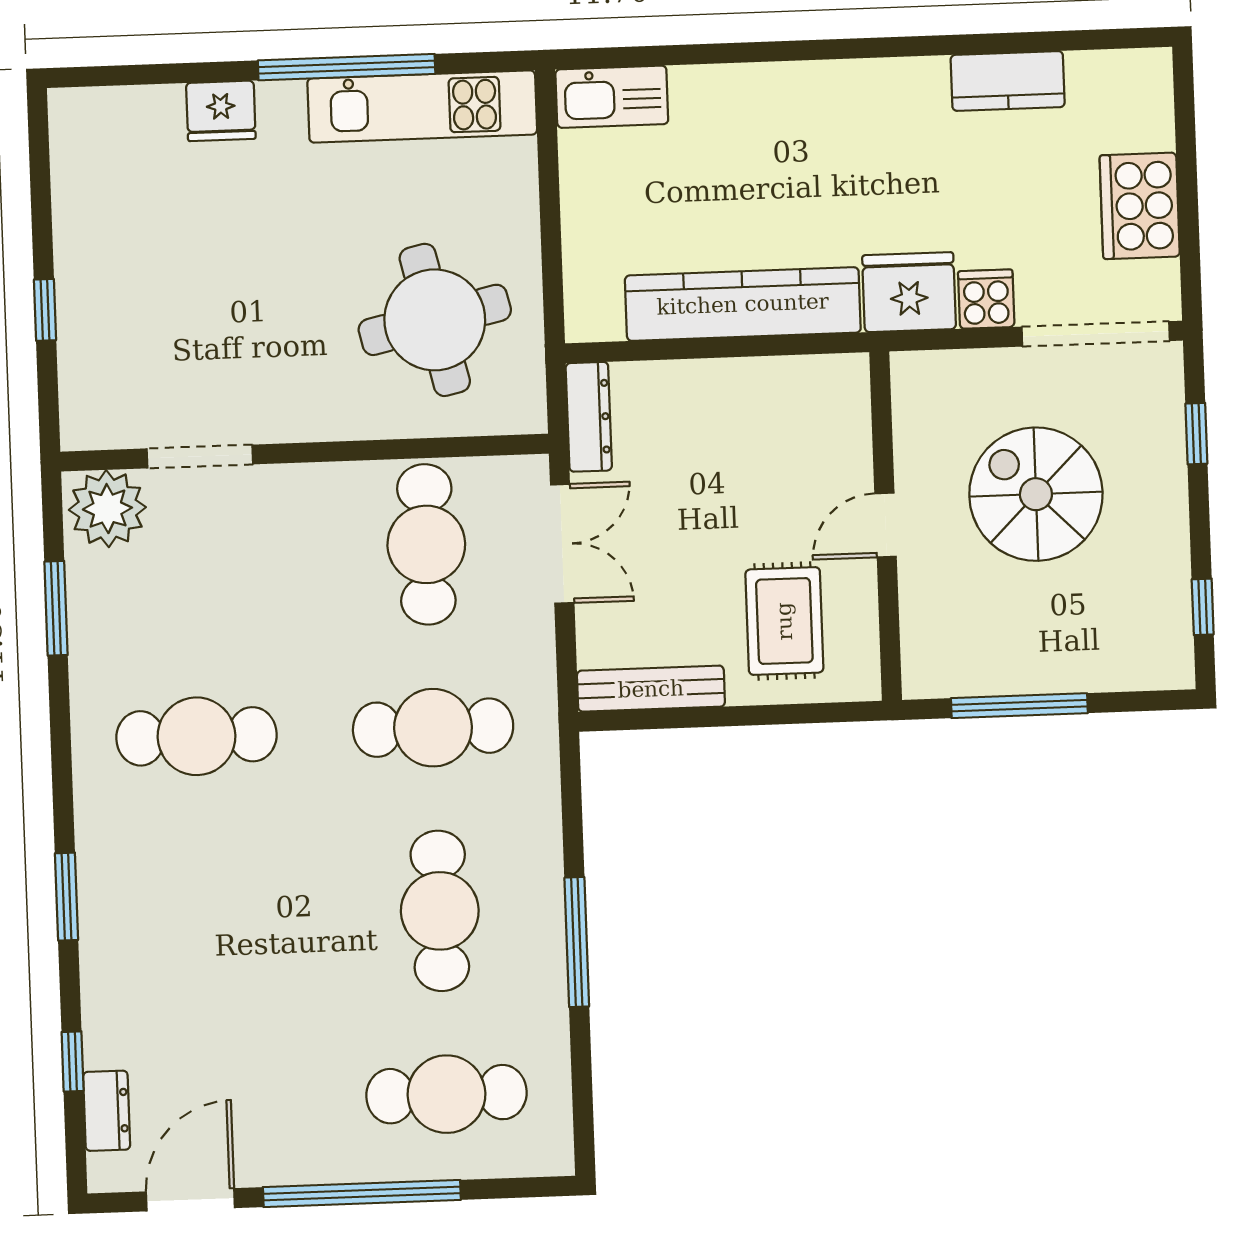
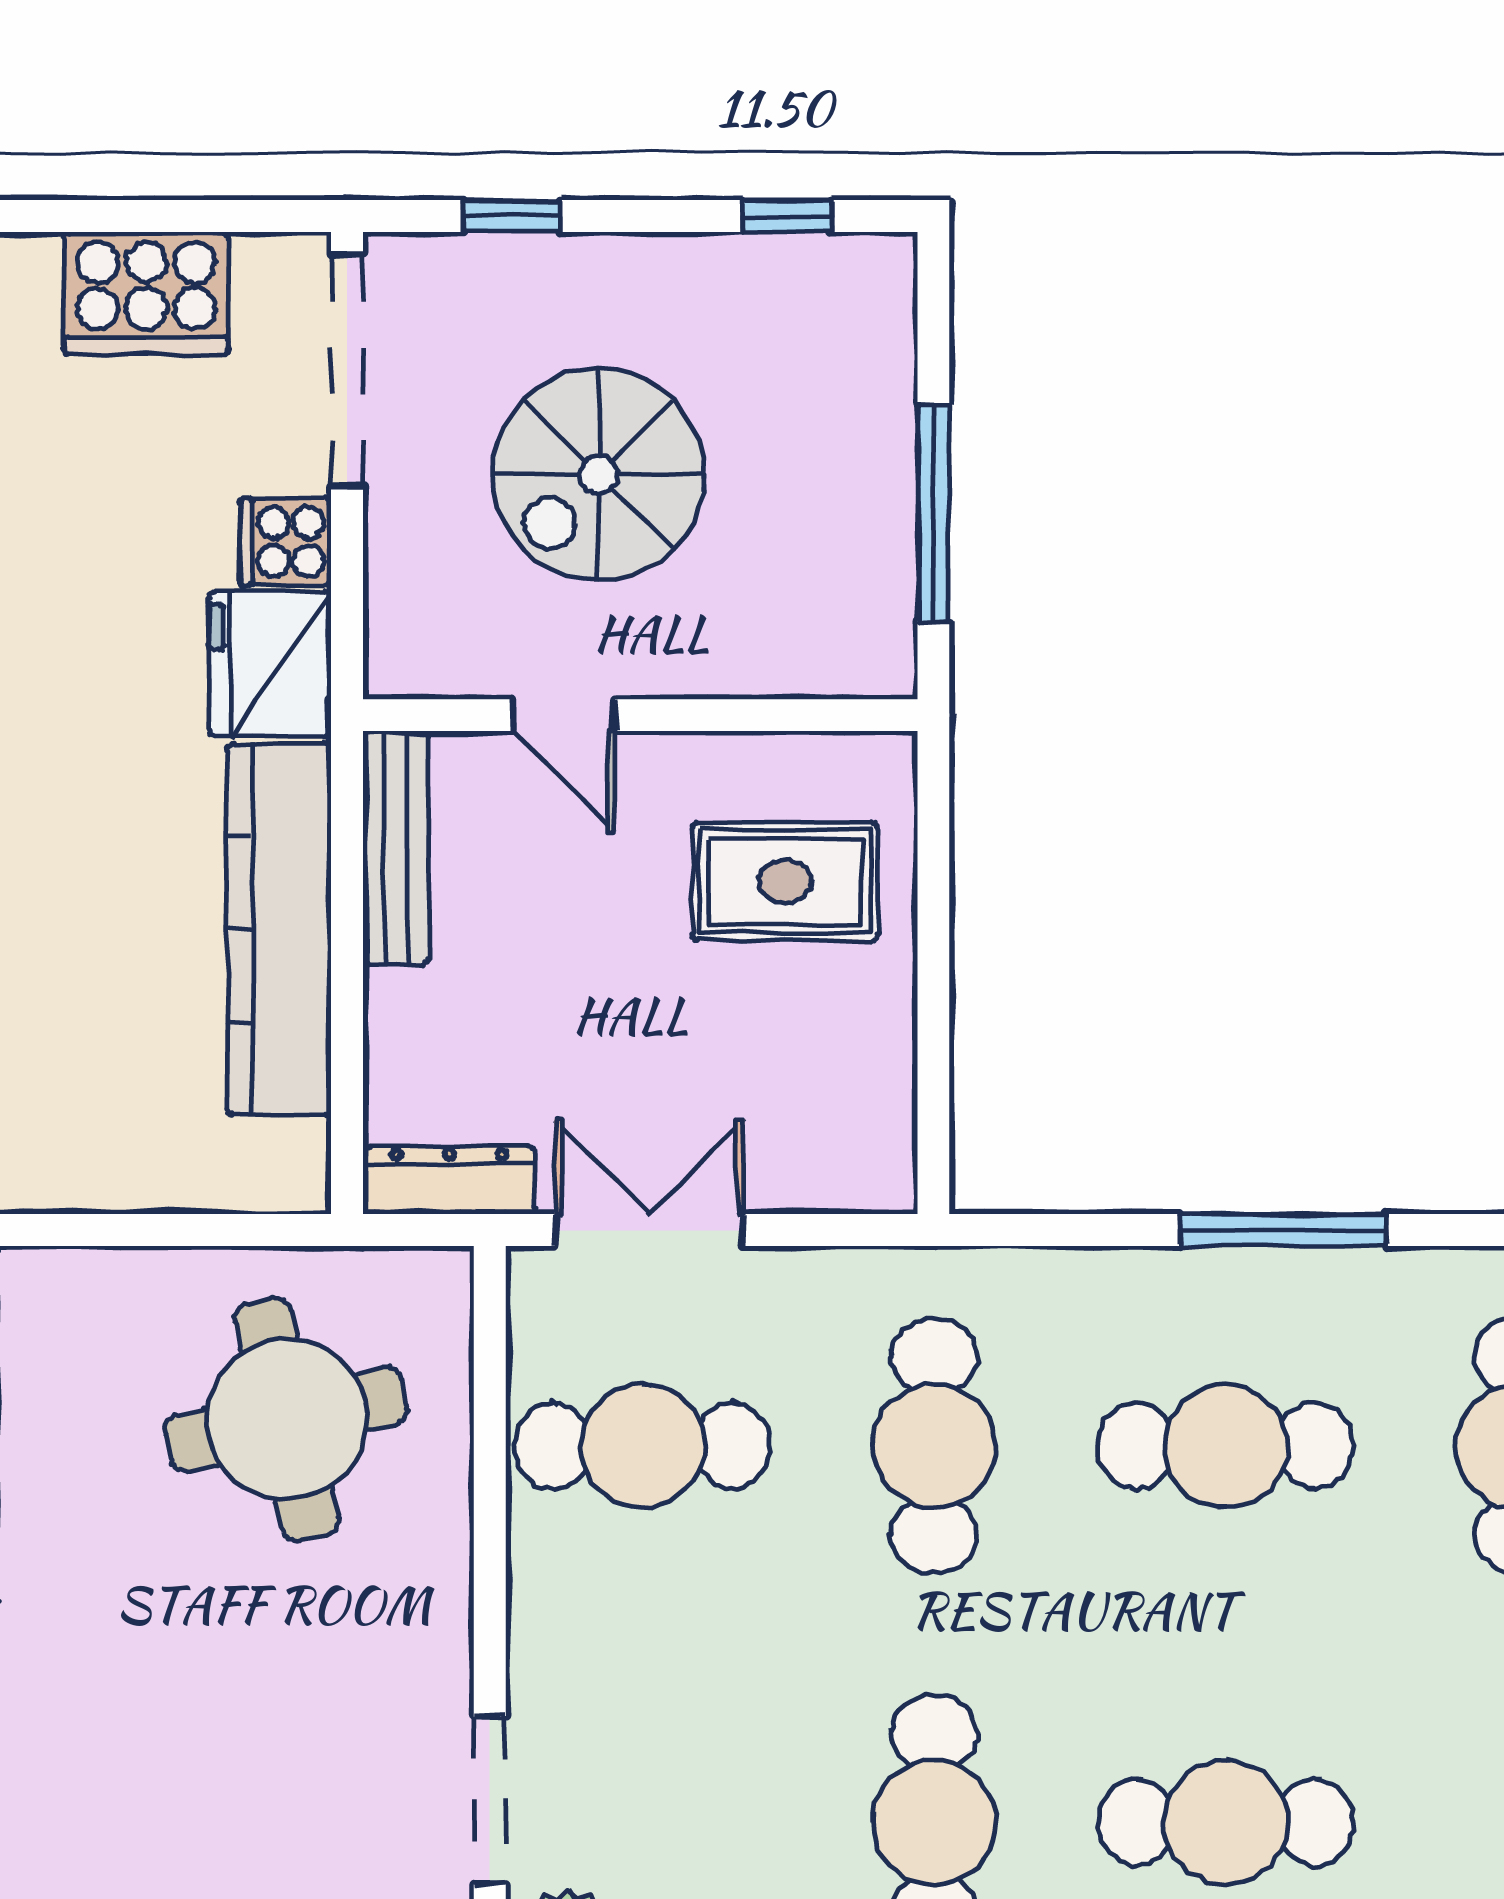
door: (886, 525) -> (564, 715), moved
bench: (651, 689) -> (396, 848), moved
cafe table: (203, 920) -> (1226, 1822), added

